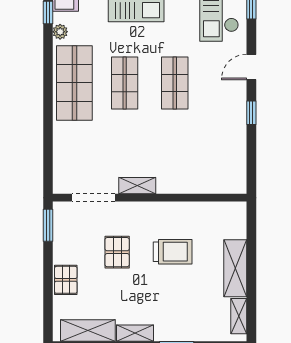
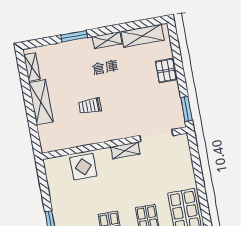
display table: (196, 174) -> (83, 167), added
pallet: (117, 252) -> (131, 98), removed
trolley: (173, 252) -> (90, 106), width x0.73, depth x0.72

